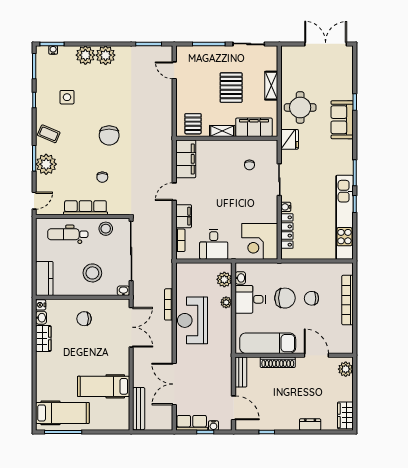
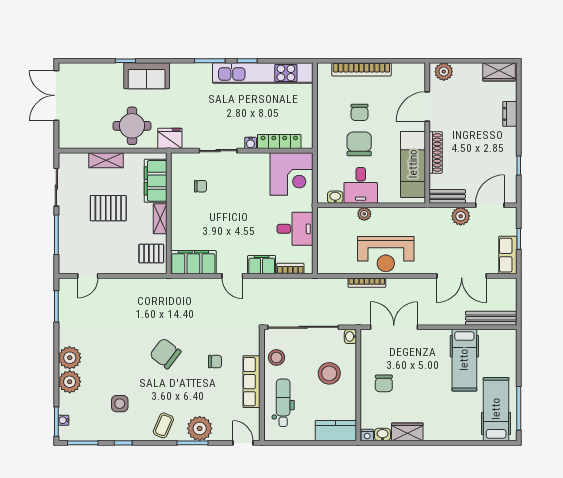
chair: (109, 135) -> (165, 353), turned -143
dental chair: (68, 234) -> (283, 403), turned 180
plant: (224, 279) -> (461, 216), moved
water cooler: (213, 426) -> (511, 229), removed

